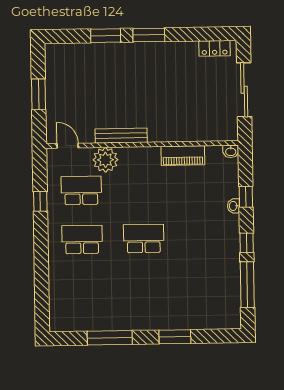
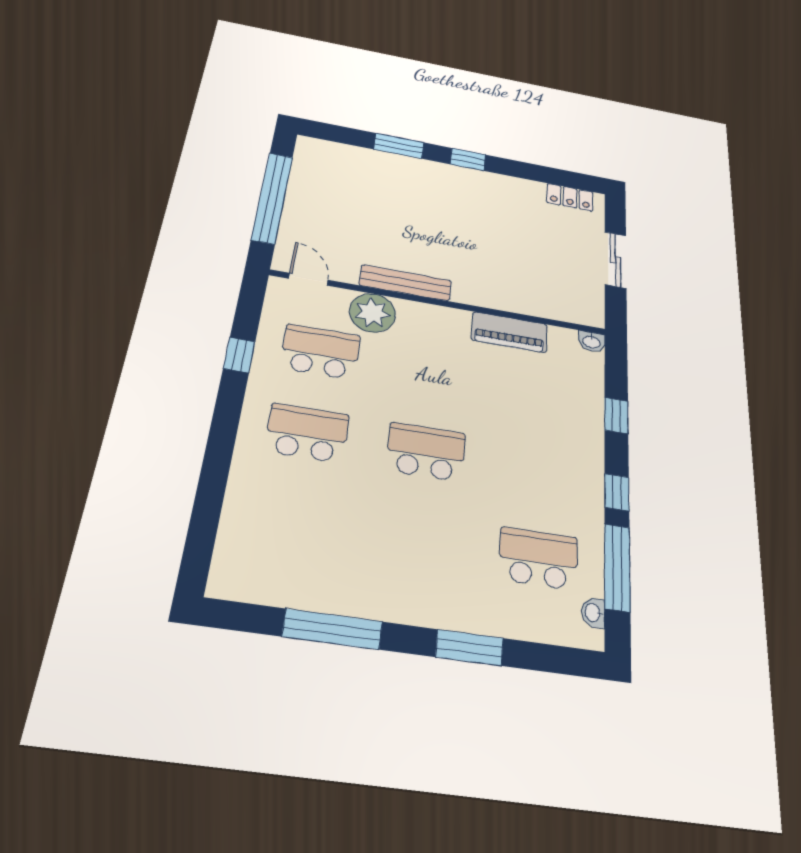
window: (149, 35) -> (468, 159), width x0.67
sliding door: (244, 90) -> (615, 260), width x0.73
window: (39, 94) -> (272, 198), width x2.11
washbasin: (233, 206) -> (593, 613), moved
school desk: (206, 287) -> (538, 558), added

